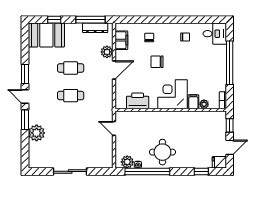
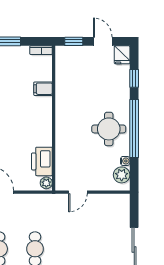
corner desk: (172, 94) -> (33, 116), removed
plant: (204, 104) -> (46, 183), moved
window: (147, 171) -> (134, 128), moved

